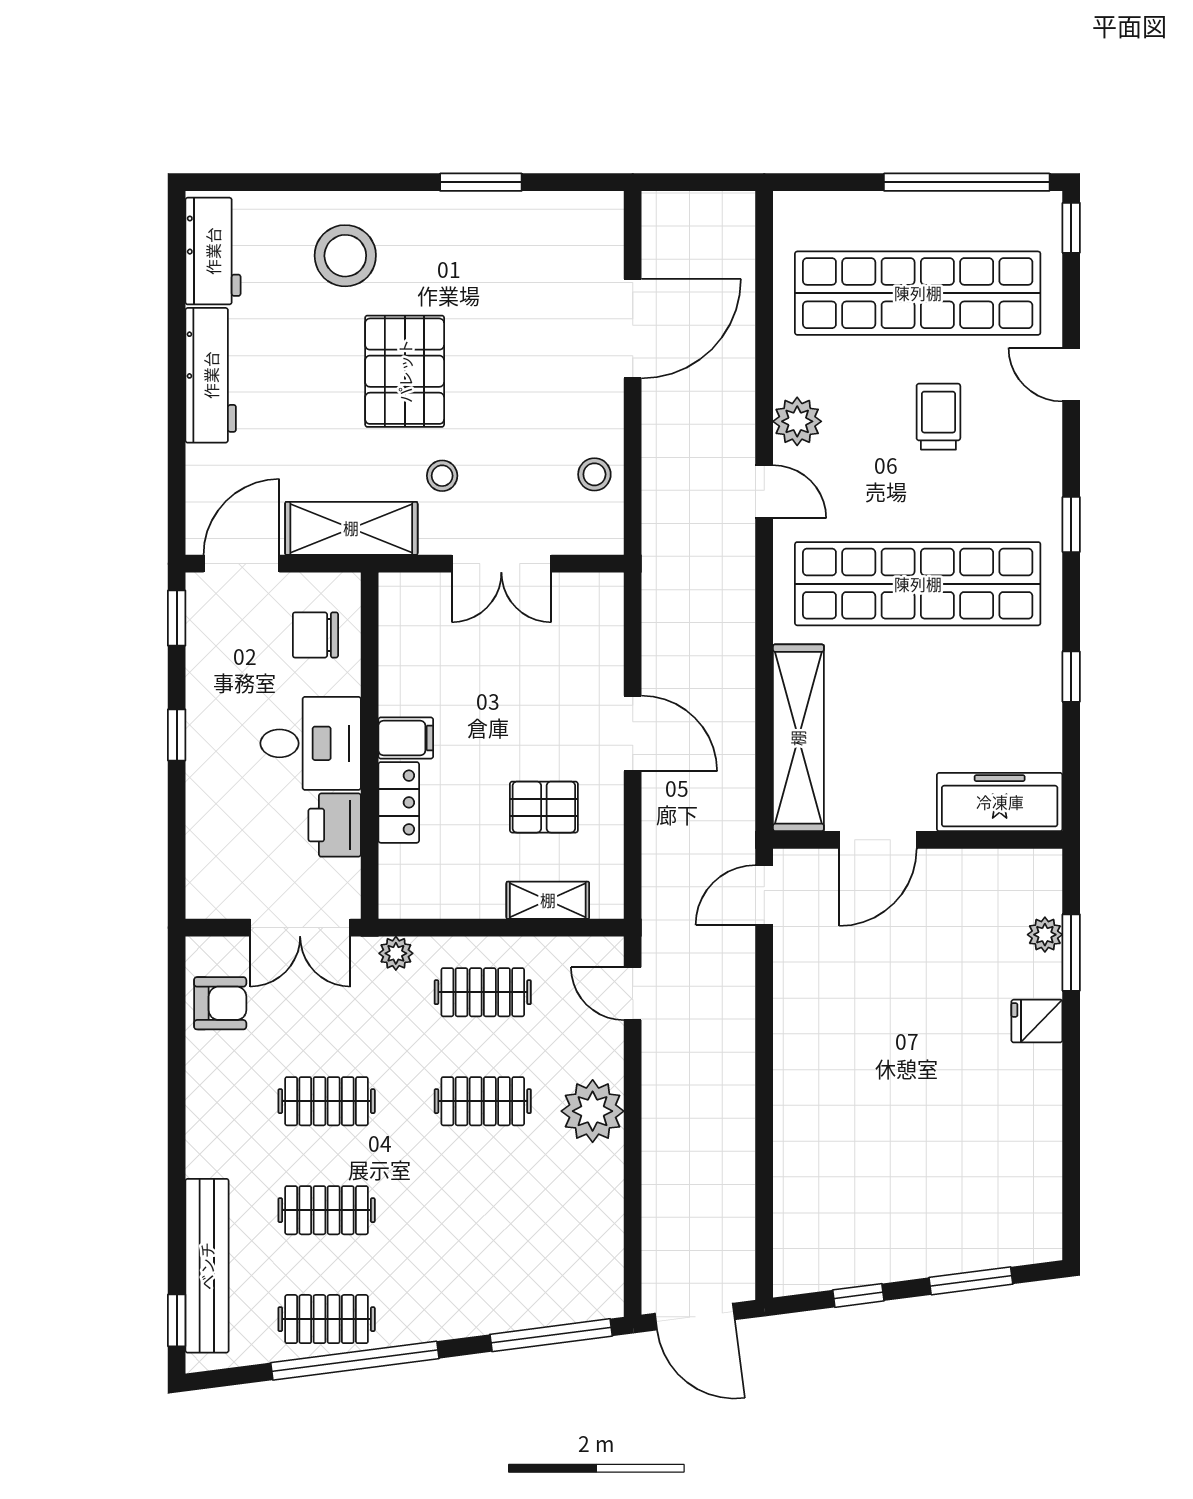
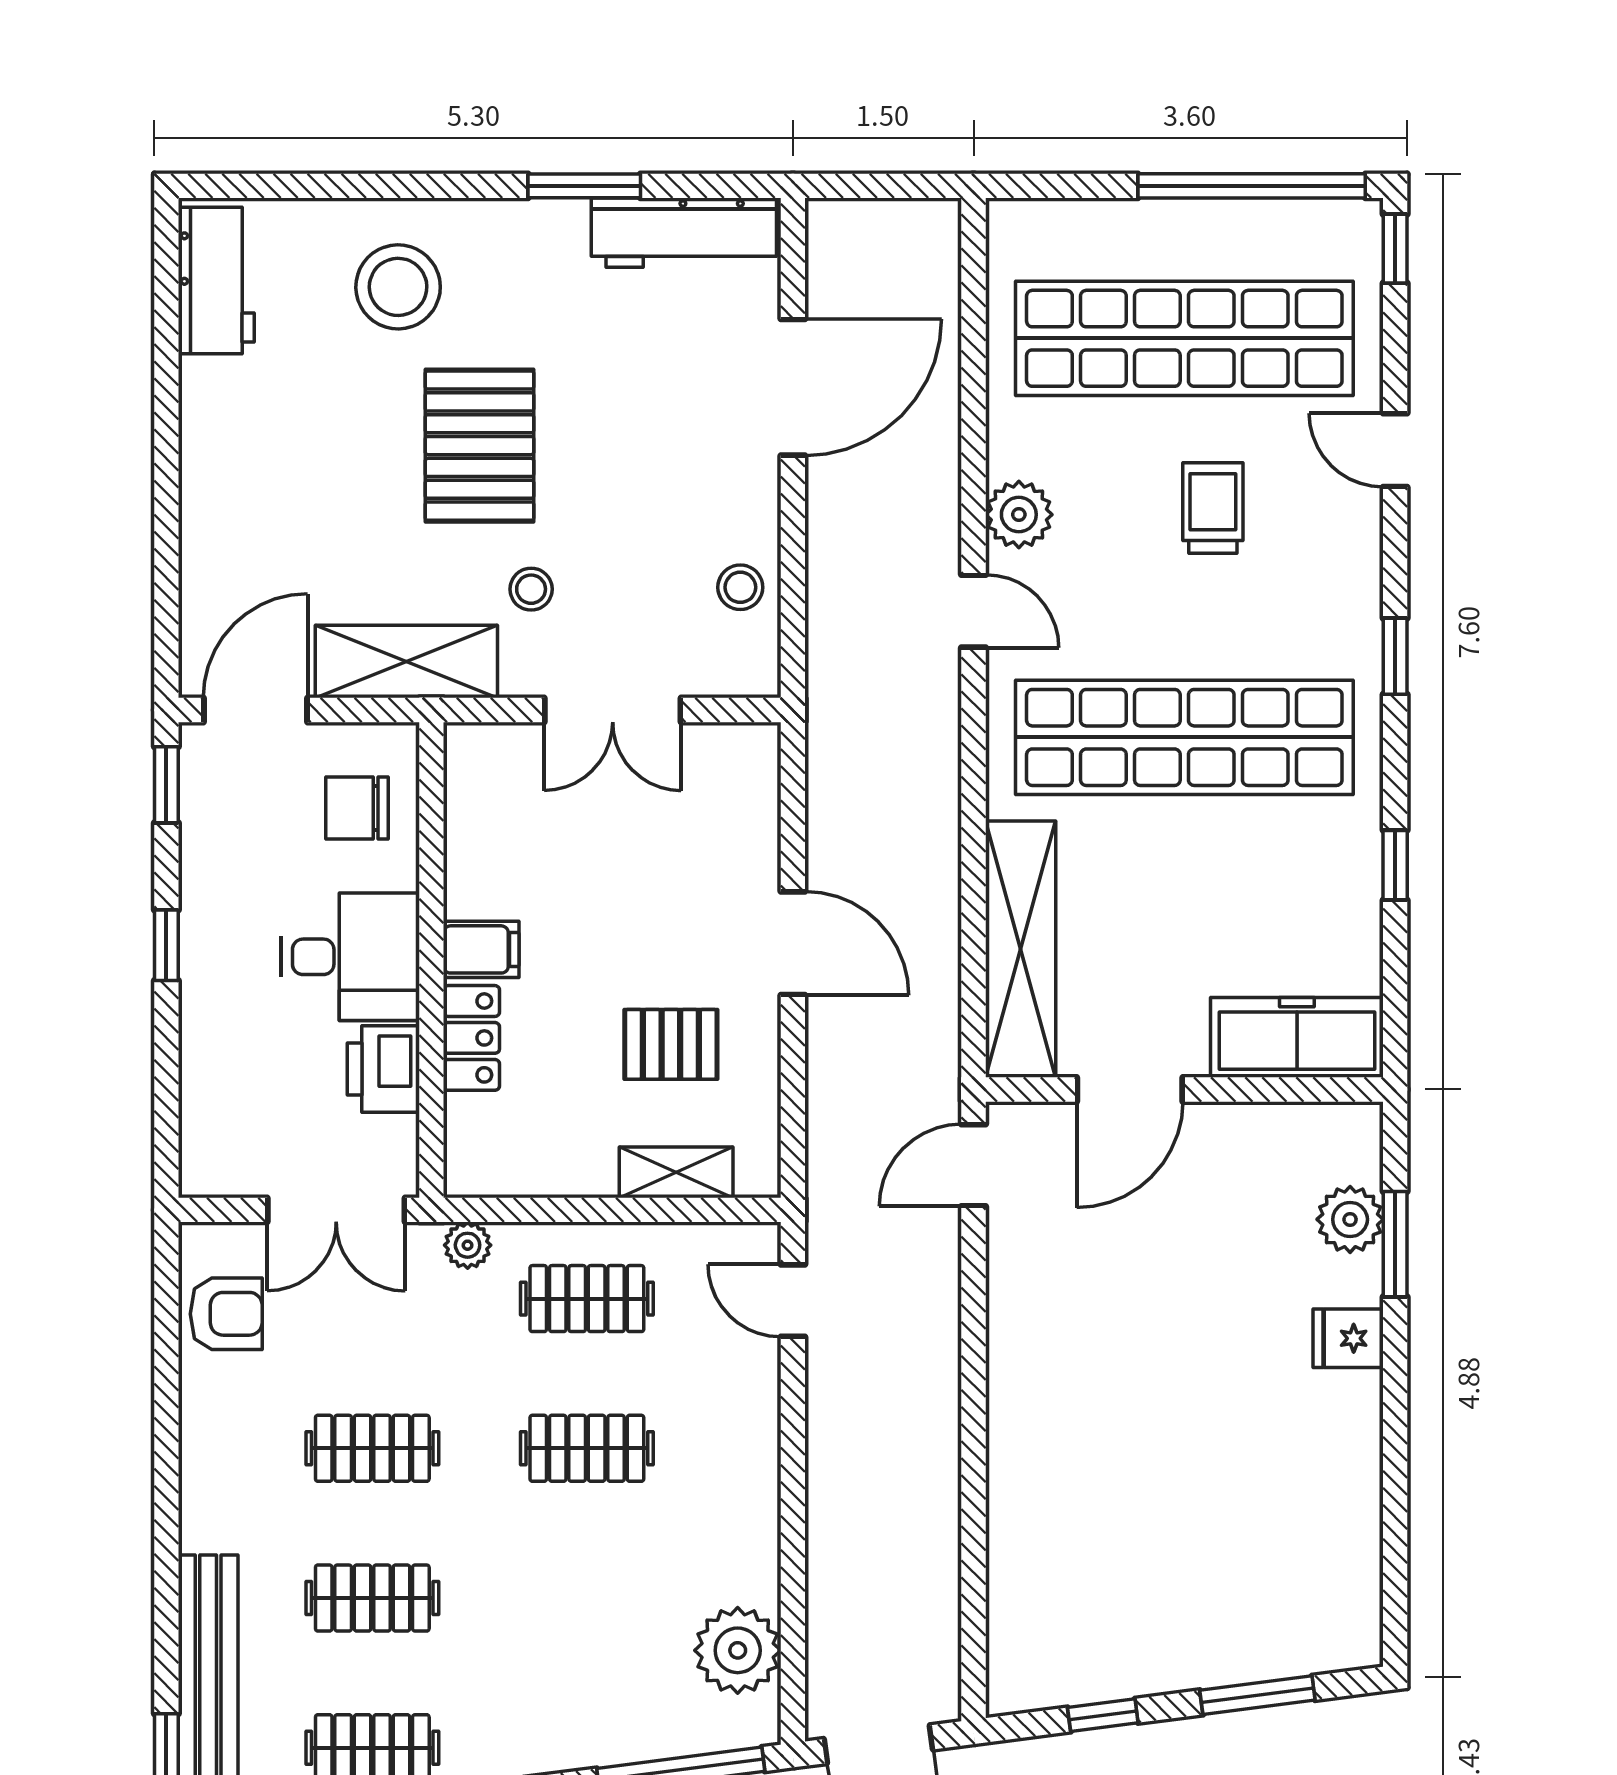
workbench: (211, 375) -> (684, 233), moved, turned 90
plant: (1045, 935) -> (1350, 1219), width x1.38, depth x1.38
plant: (593, 1111) -> (738, 1650), moved

